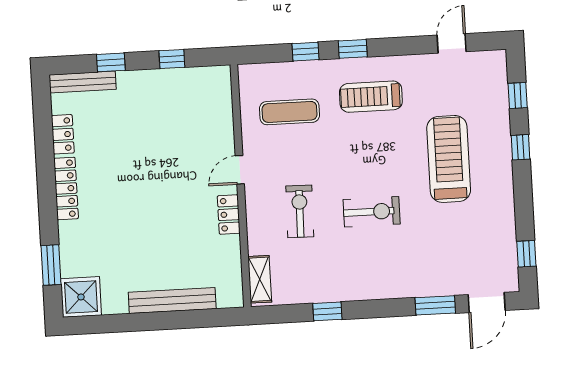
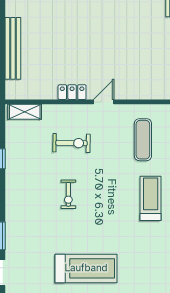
treadmill: (449, 159) -> (86, 268), moved
door: (240, 170) -> (104, 102), hinge flipped
exercise bike: (372, 212) -> (68, 194), width x0.73, depth x0.72

